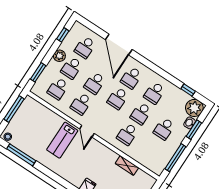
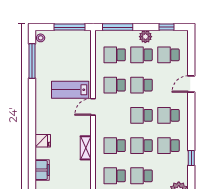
door: (119, 45) -> (191, 84), width x0.53
window: (38, 72) -> (118, 27), width x1.44
window: (188, 90) -> (191, 158), moved
school desk: (150, 149) -> (115, 176), added
shelving: (127, 165) -> (86, 148), moved

